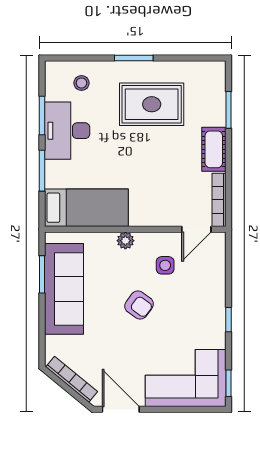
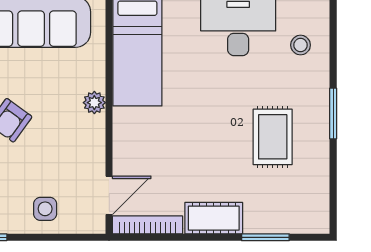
rug: (152, 104) -> (273, 137), width x0.73, depth x0.70
door: (196, 229) -> (109, 195), swing flipped
side table: (165, 265) -> (45, 209), moved

